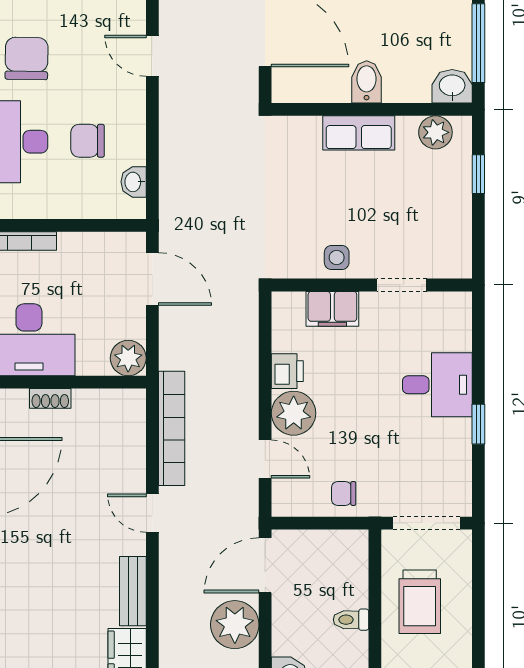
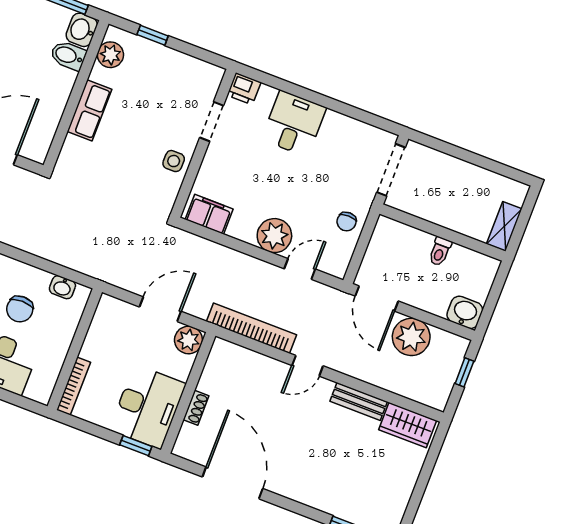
bidet: (367, 82) -> (68, 55), moved
door: (152, 279) -> (160, 309), moved
filing cabinet: (332, 309) -> (209, 214), moved, turned -90
printer: (287, 371) -> (244, 89), moved, turned 180
window: (478, 424) -> (334, 105), removed
trolley: (420, 602) -> (446, 197), removed

